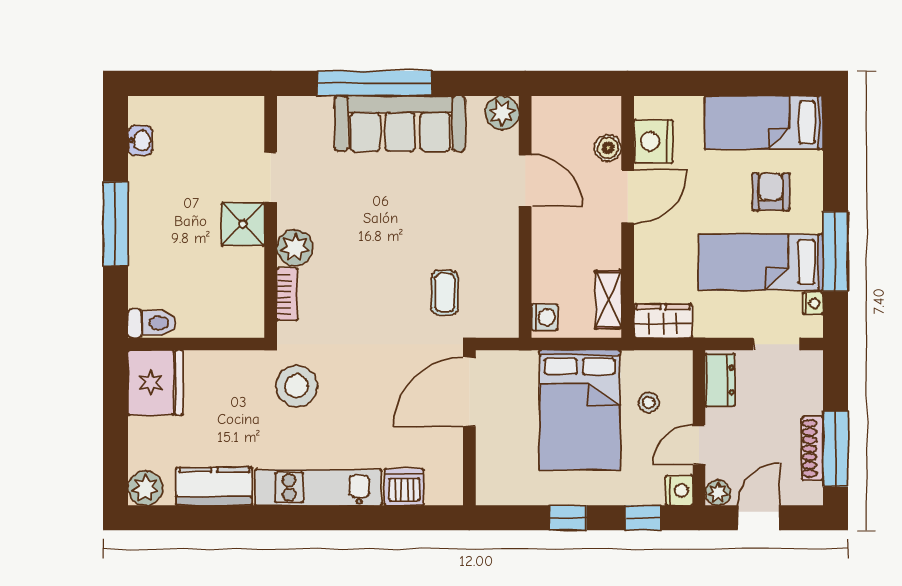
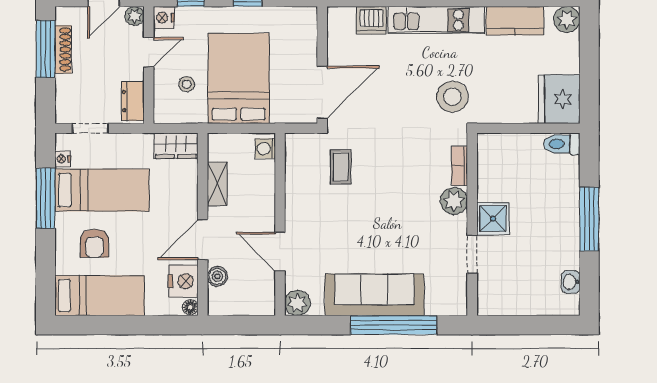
floor lamp: (644, 107) -> (190, 307), added
shelving: (608, 300) -> (217, 184), moved

